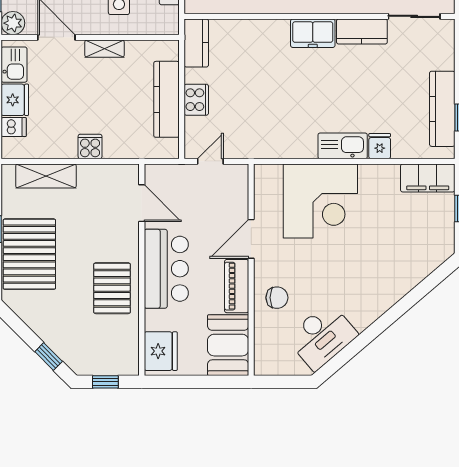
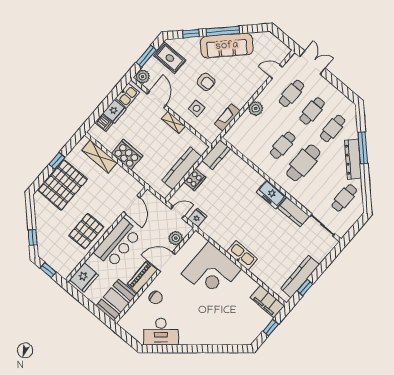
cooker: (90, 146) -> (127, 155), width x1.87, depth x1.31
fridge: (380, 146) -> (197, 217), moved
plant: (237, 197) -> (176, 238), added

